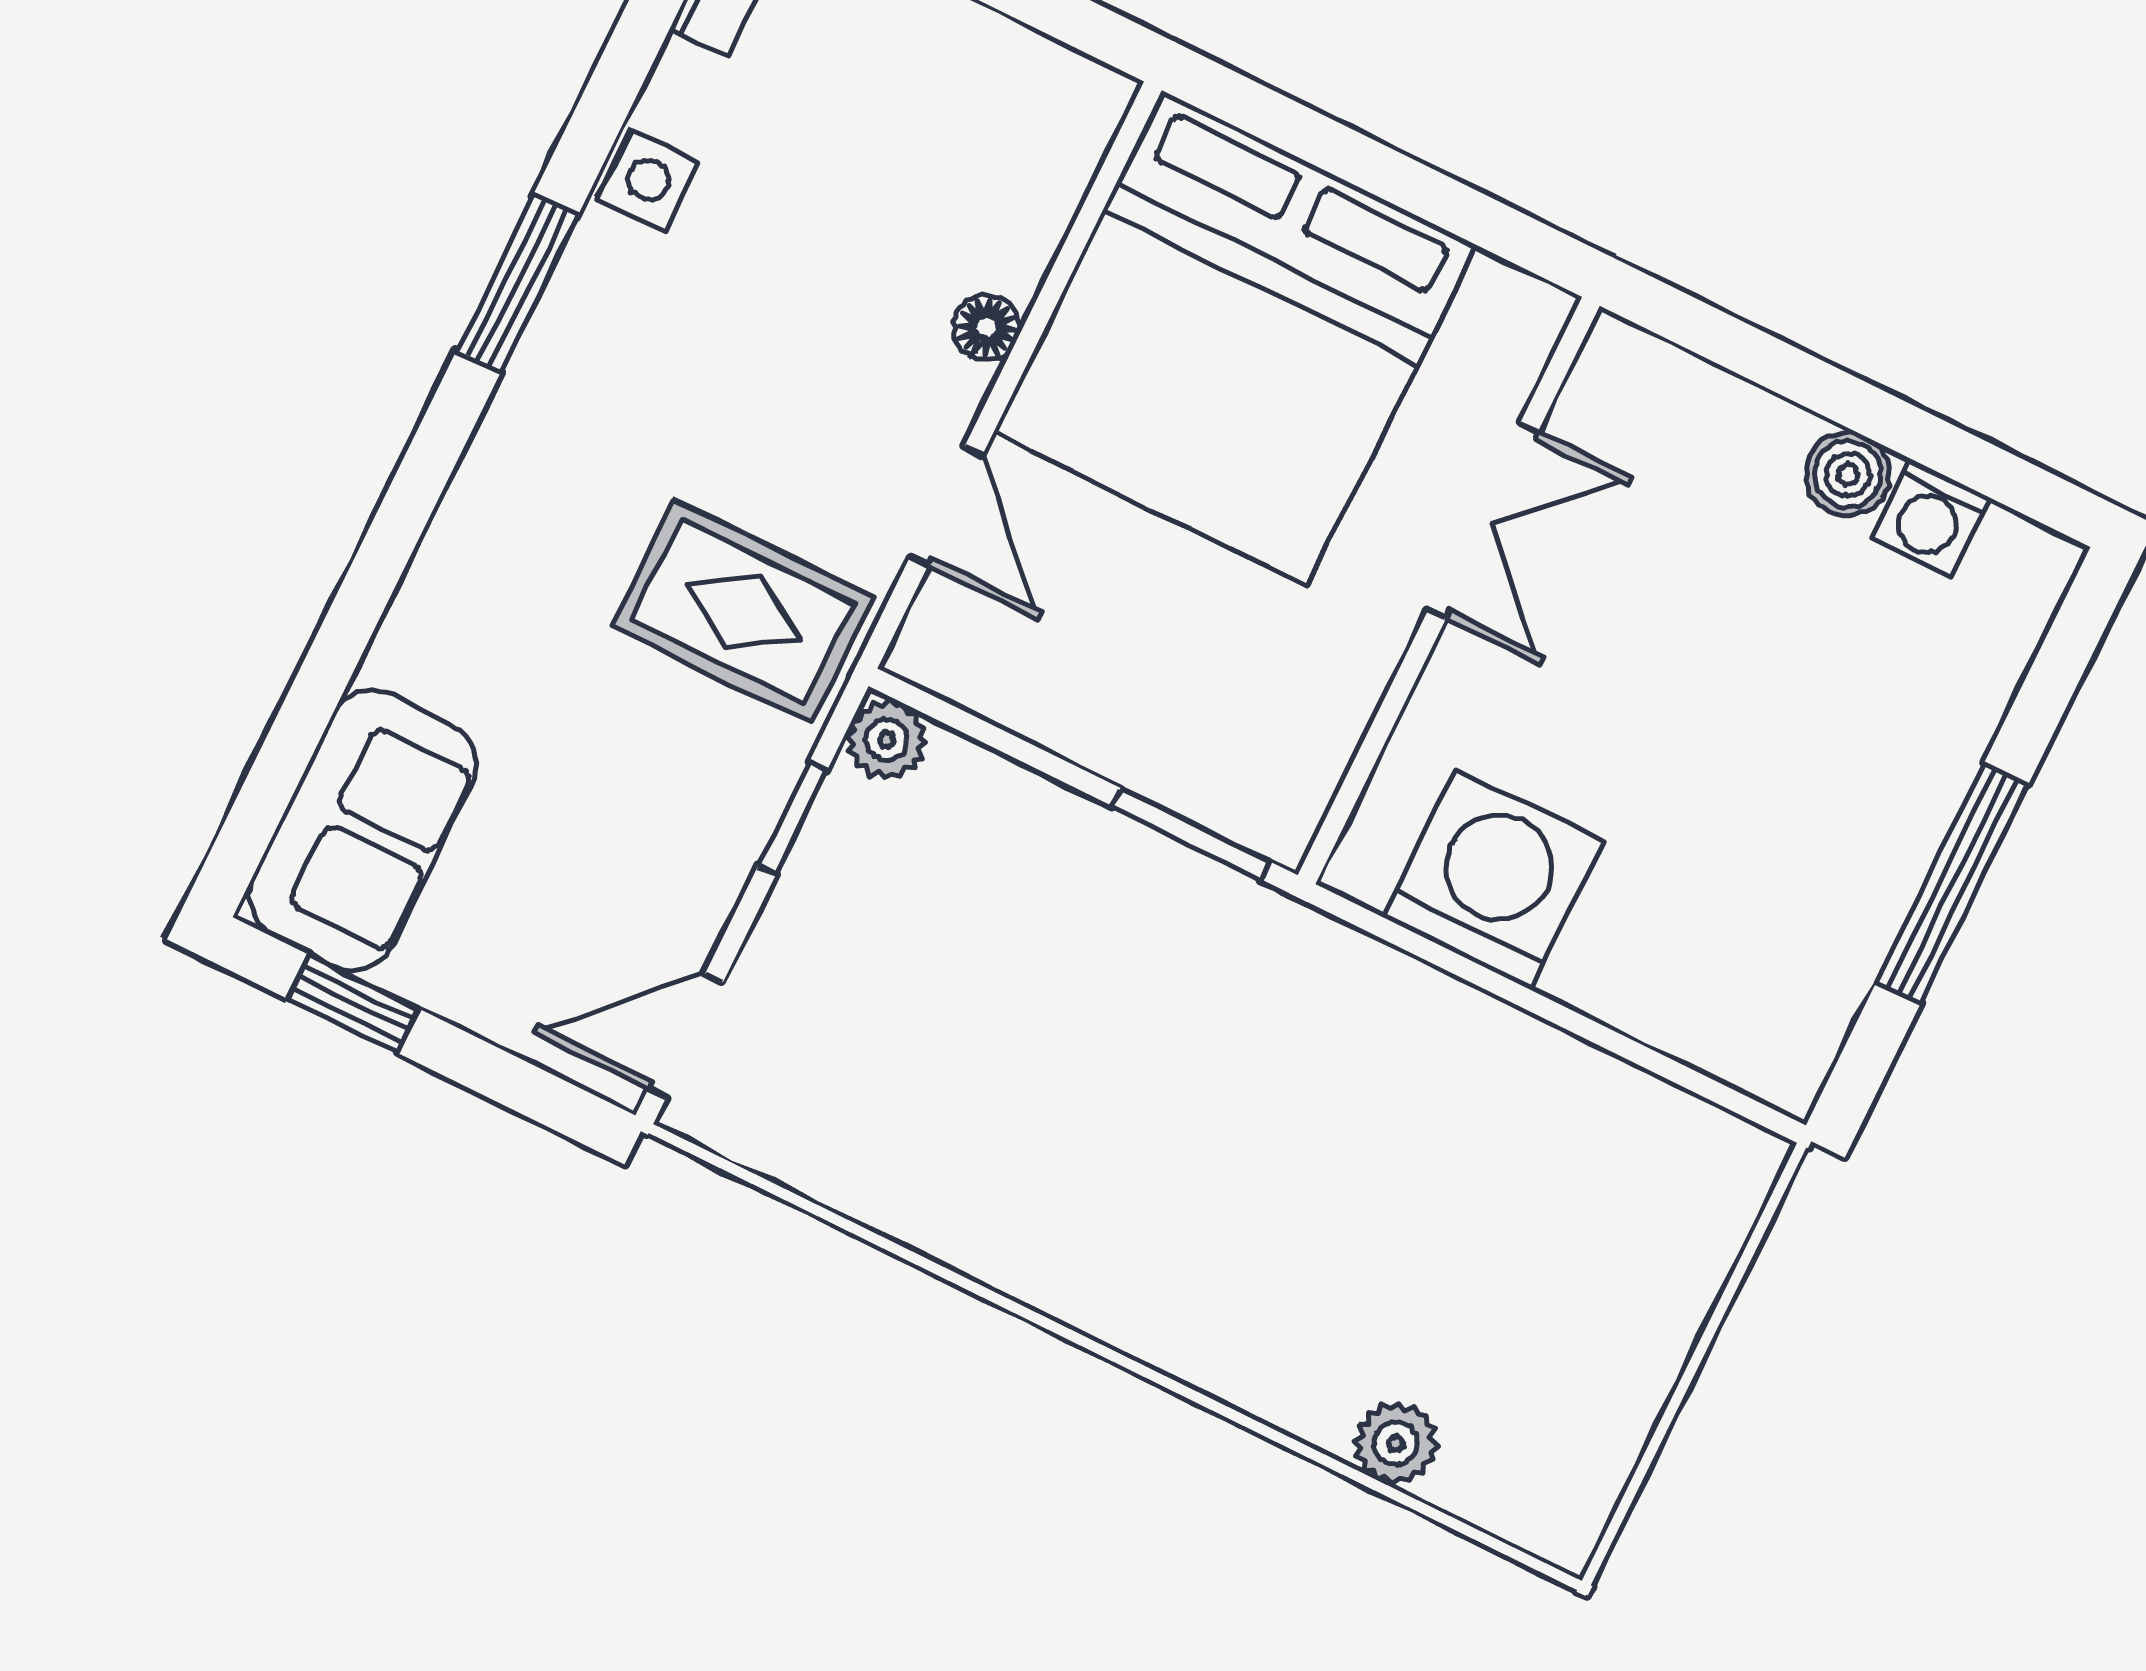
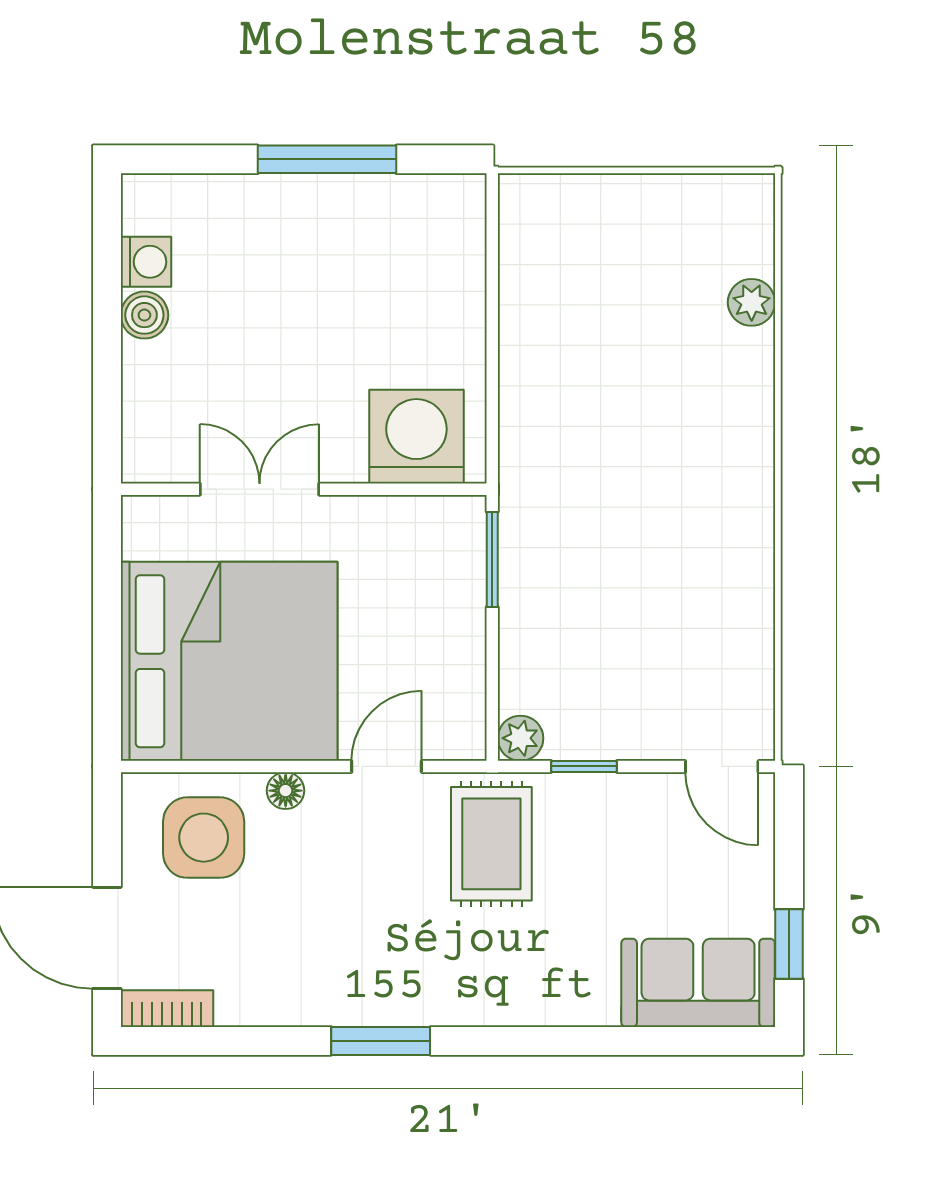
side table: (649, 180) -> (204, 838), moved, width x1.87, depth x1.87
washing machine: (1493, 879) -> (416, 437), moved, turned 90

